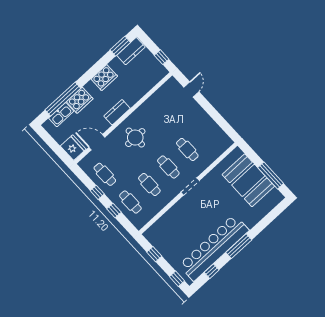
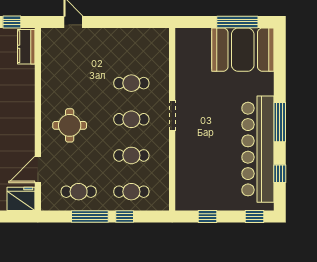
kitchen counter: (117, 112) -> (26, 47), moved
booth: (248, 180) -> (243, 50), moved
window: (97, 192) -> (90, 217), width x2.17

